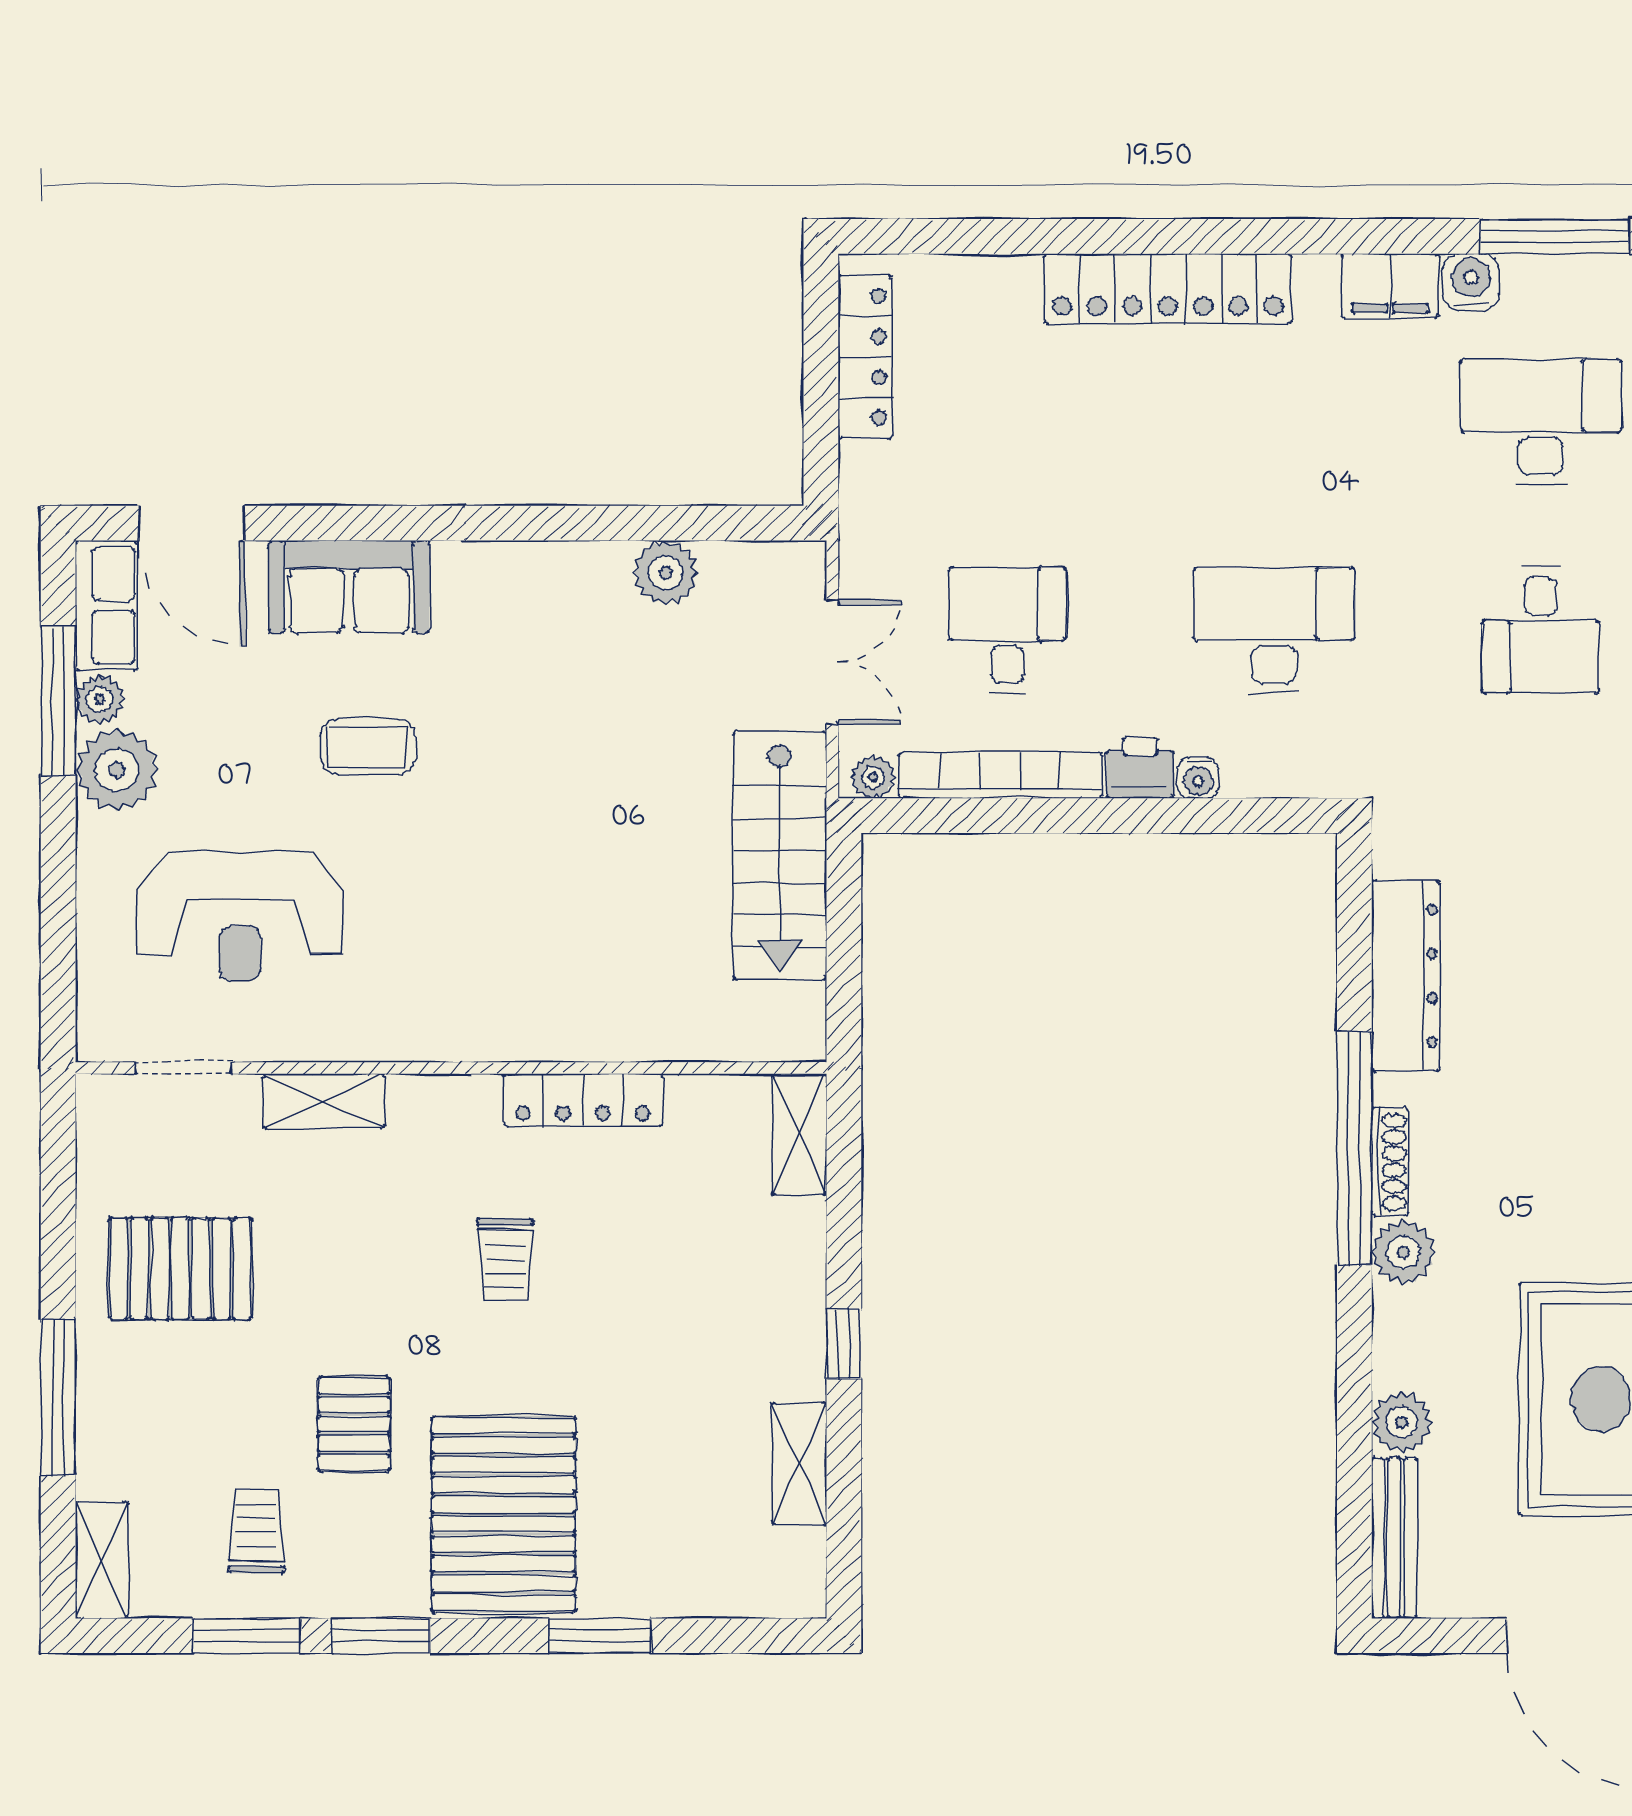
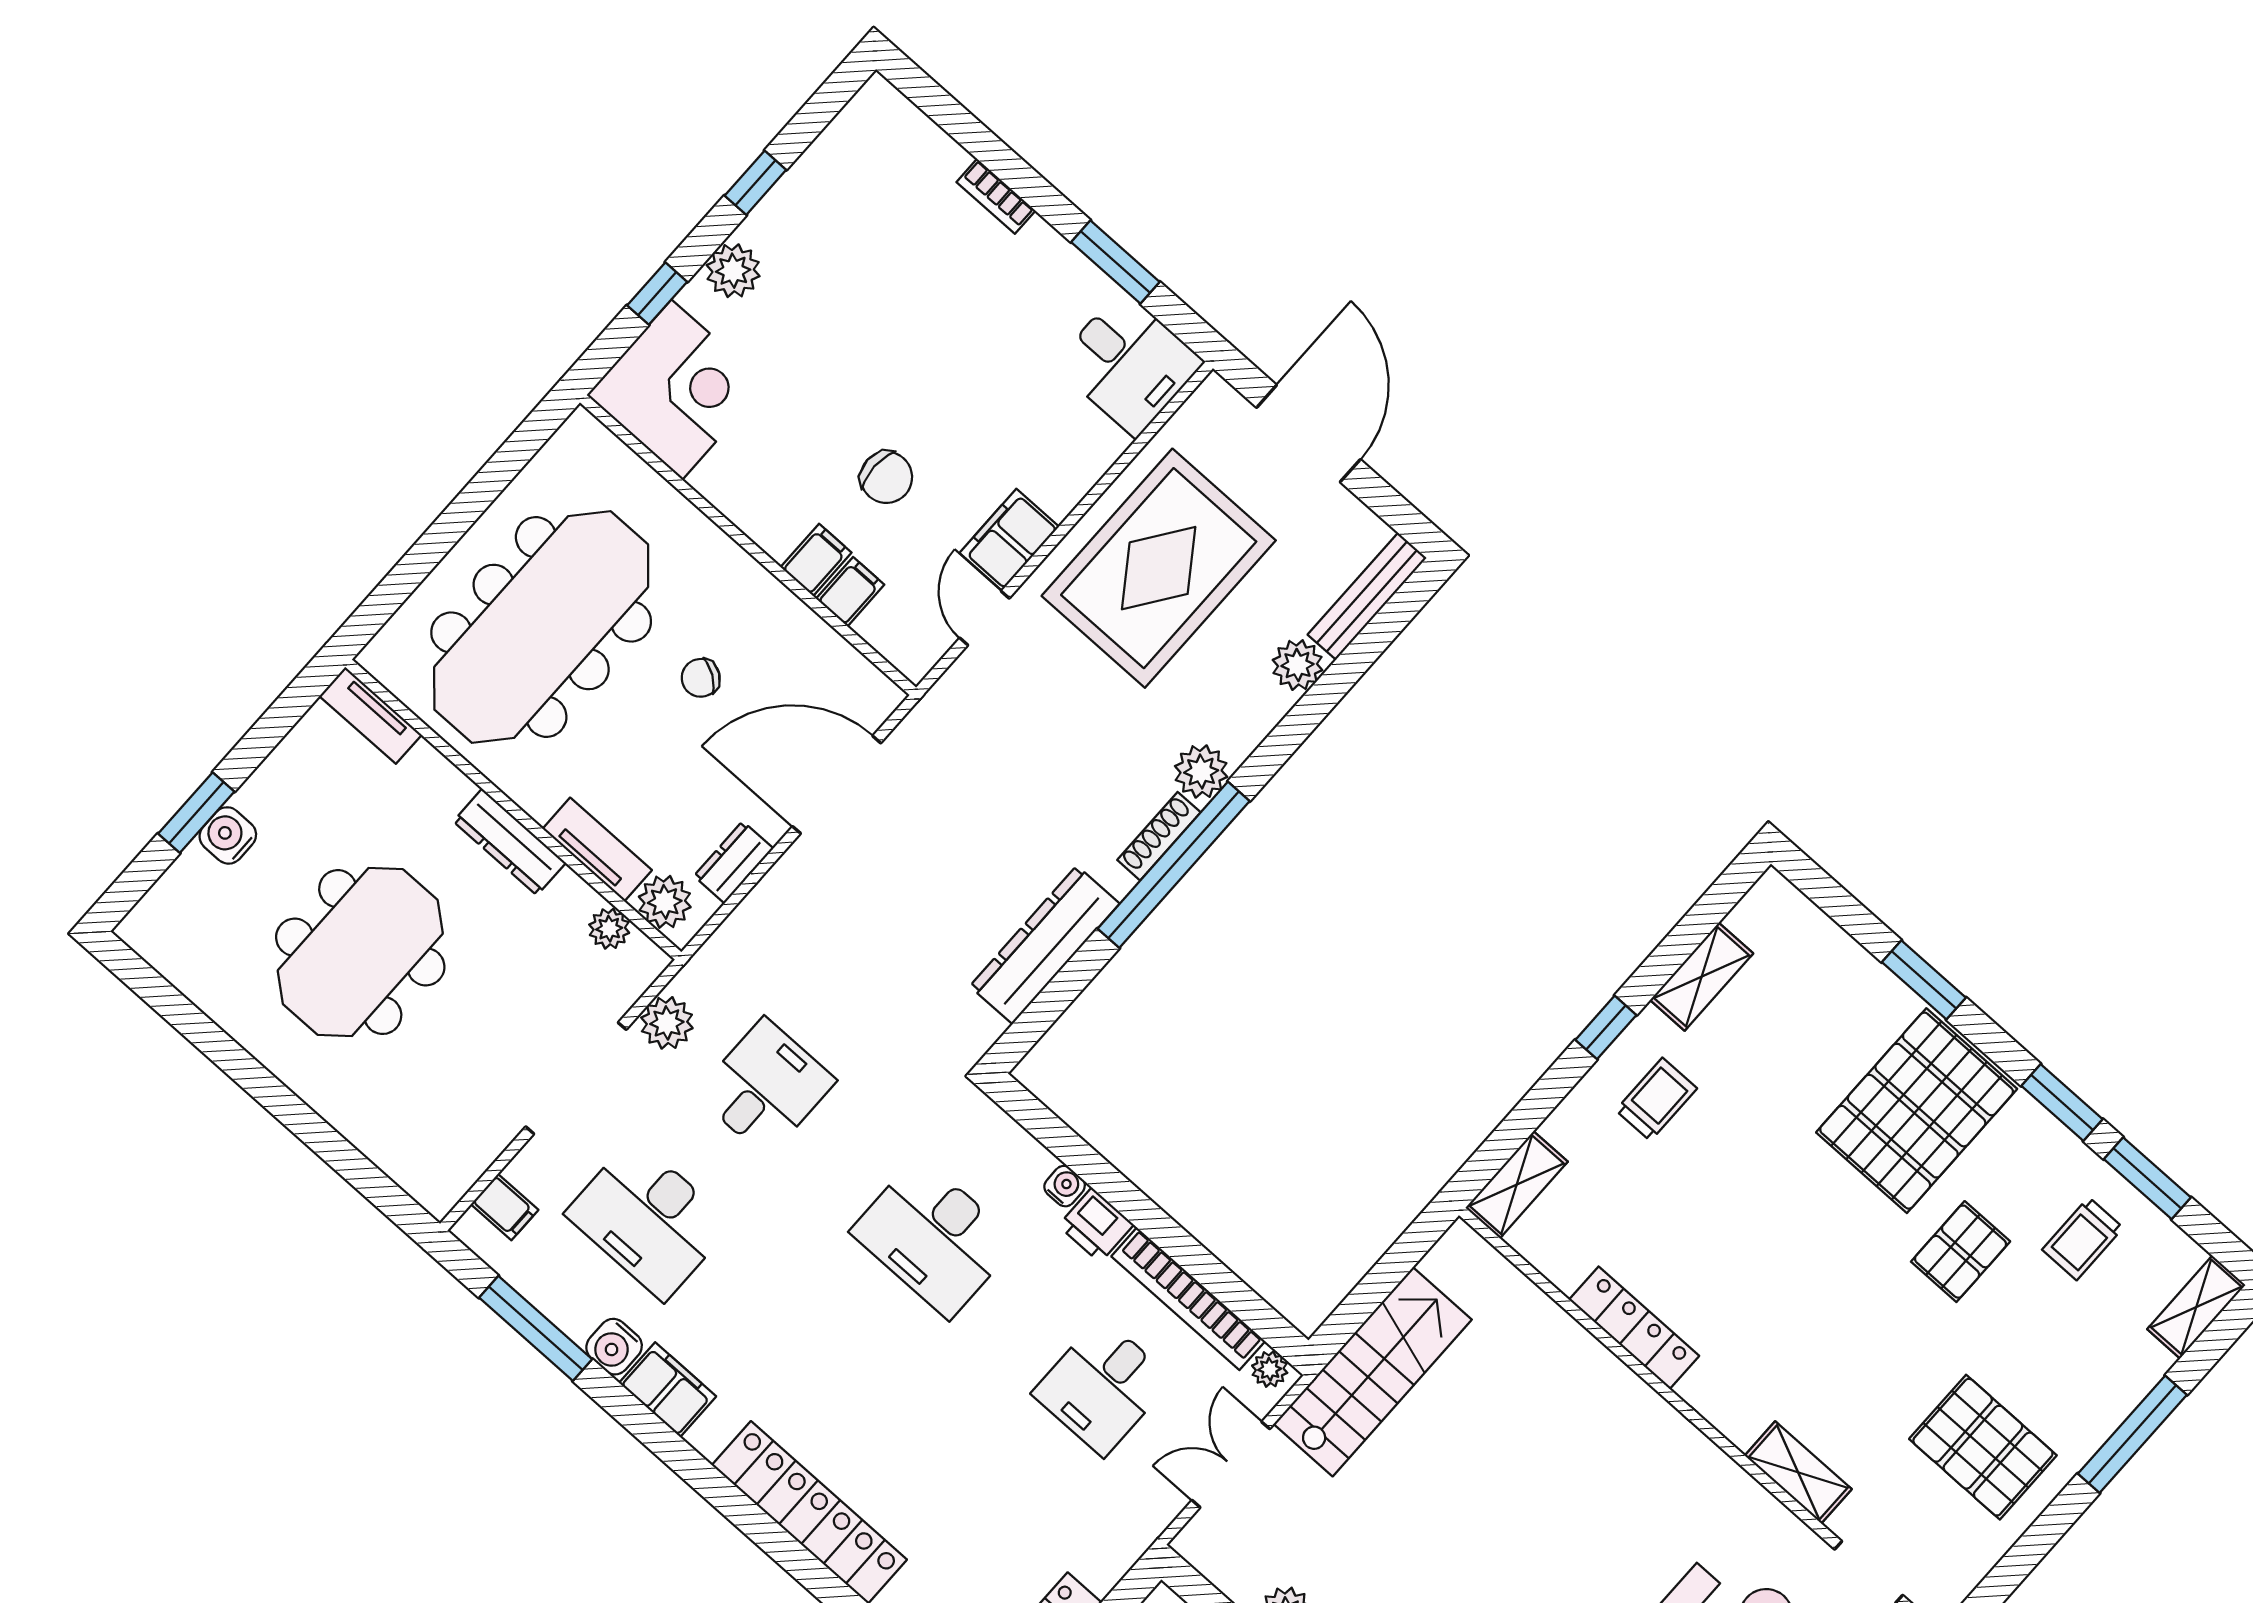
trolley: (505, 1260) -> (1656, 1099), moved

